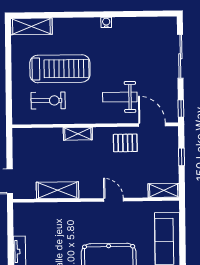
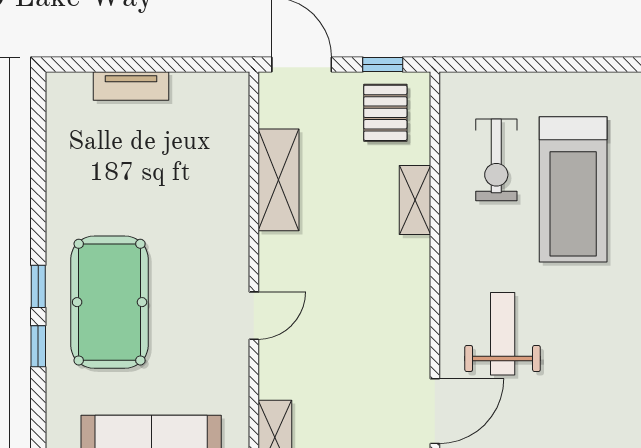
shelving: (78, 134) -> (415, 200), moved
pallet: (125, 143) -> (385, 113), moved
window: (9, 148) -> (383, 64), added

